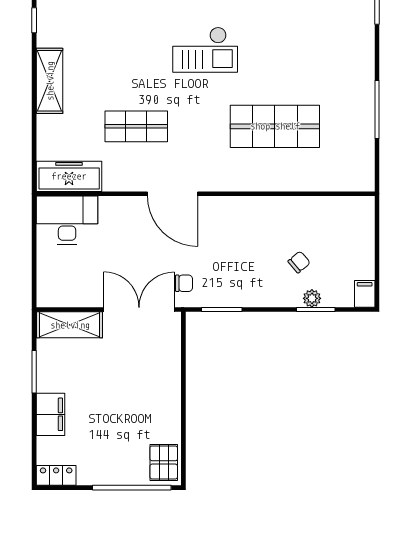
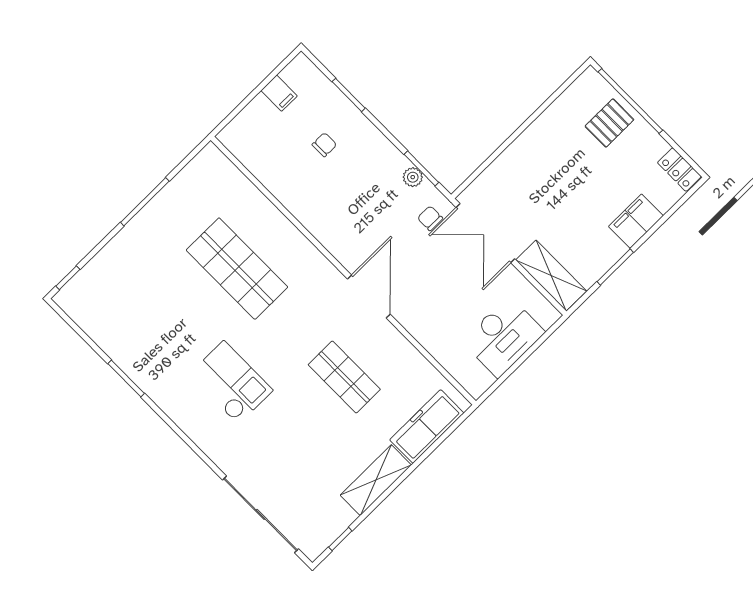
freezer: (69, 176) -> (427, 426), moved, turned 90
desk: (67, 220) -> (503, 337), moved, turned -90
chair: (299, 262) -> (324, 145), turned 130
filing cabinet: (365, 294) -> (279, 93), moved, turned -90
plant: (312, 298) -> (413, 177), moved
pallet: (164, 462) -> (609, 123), moved

